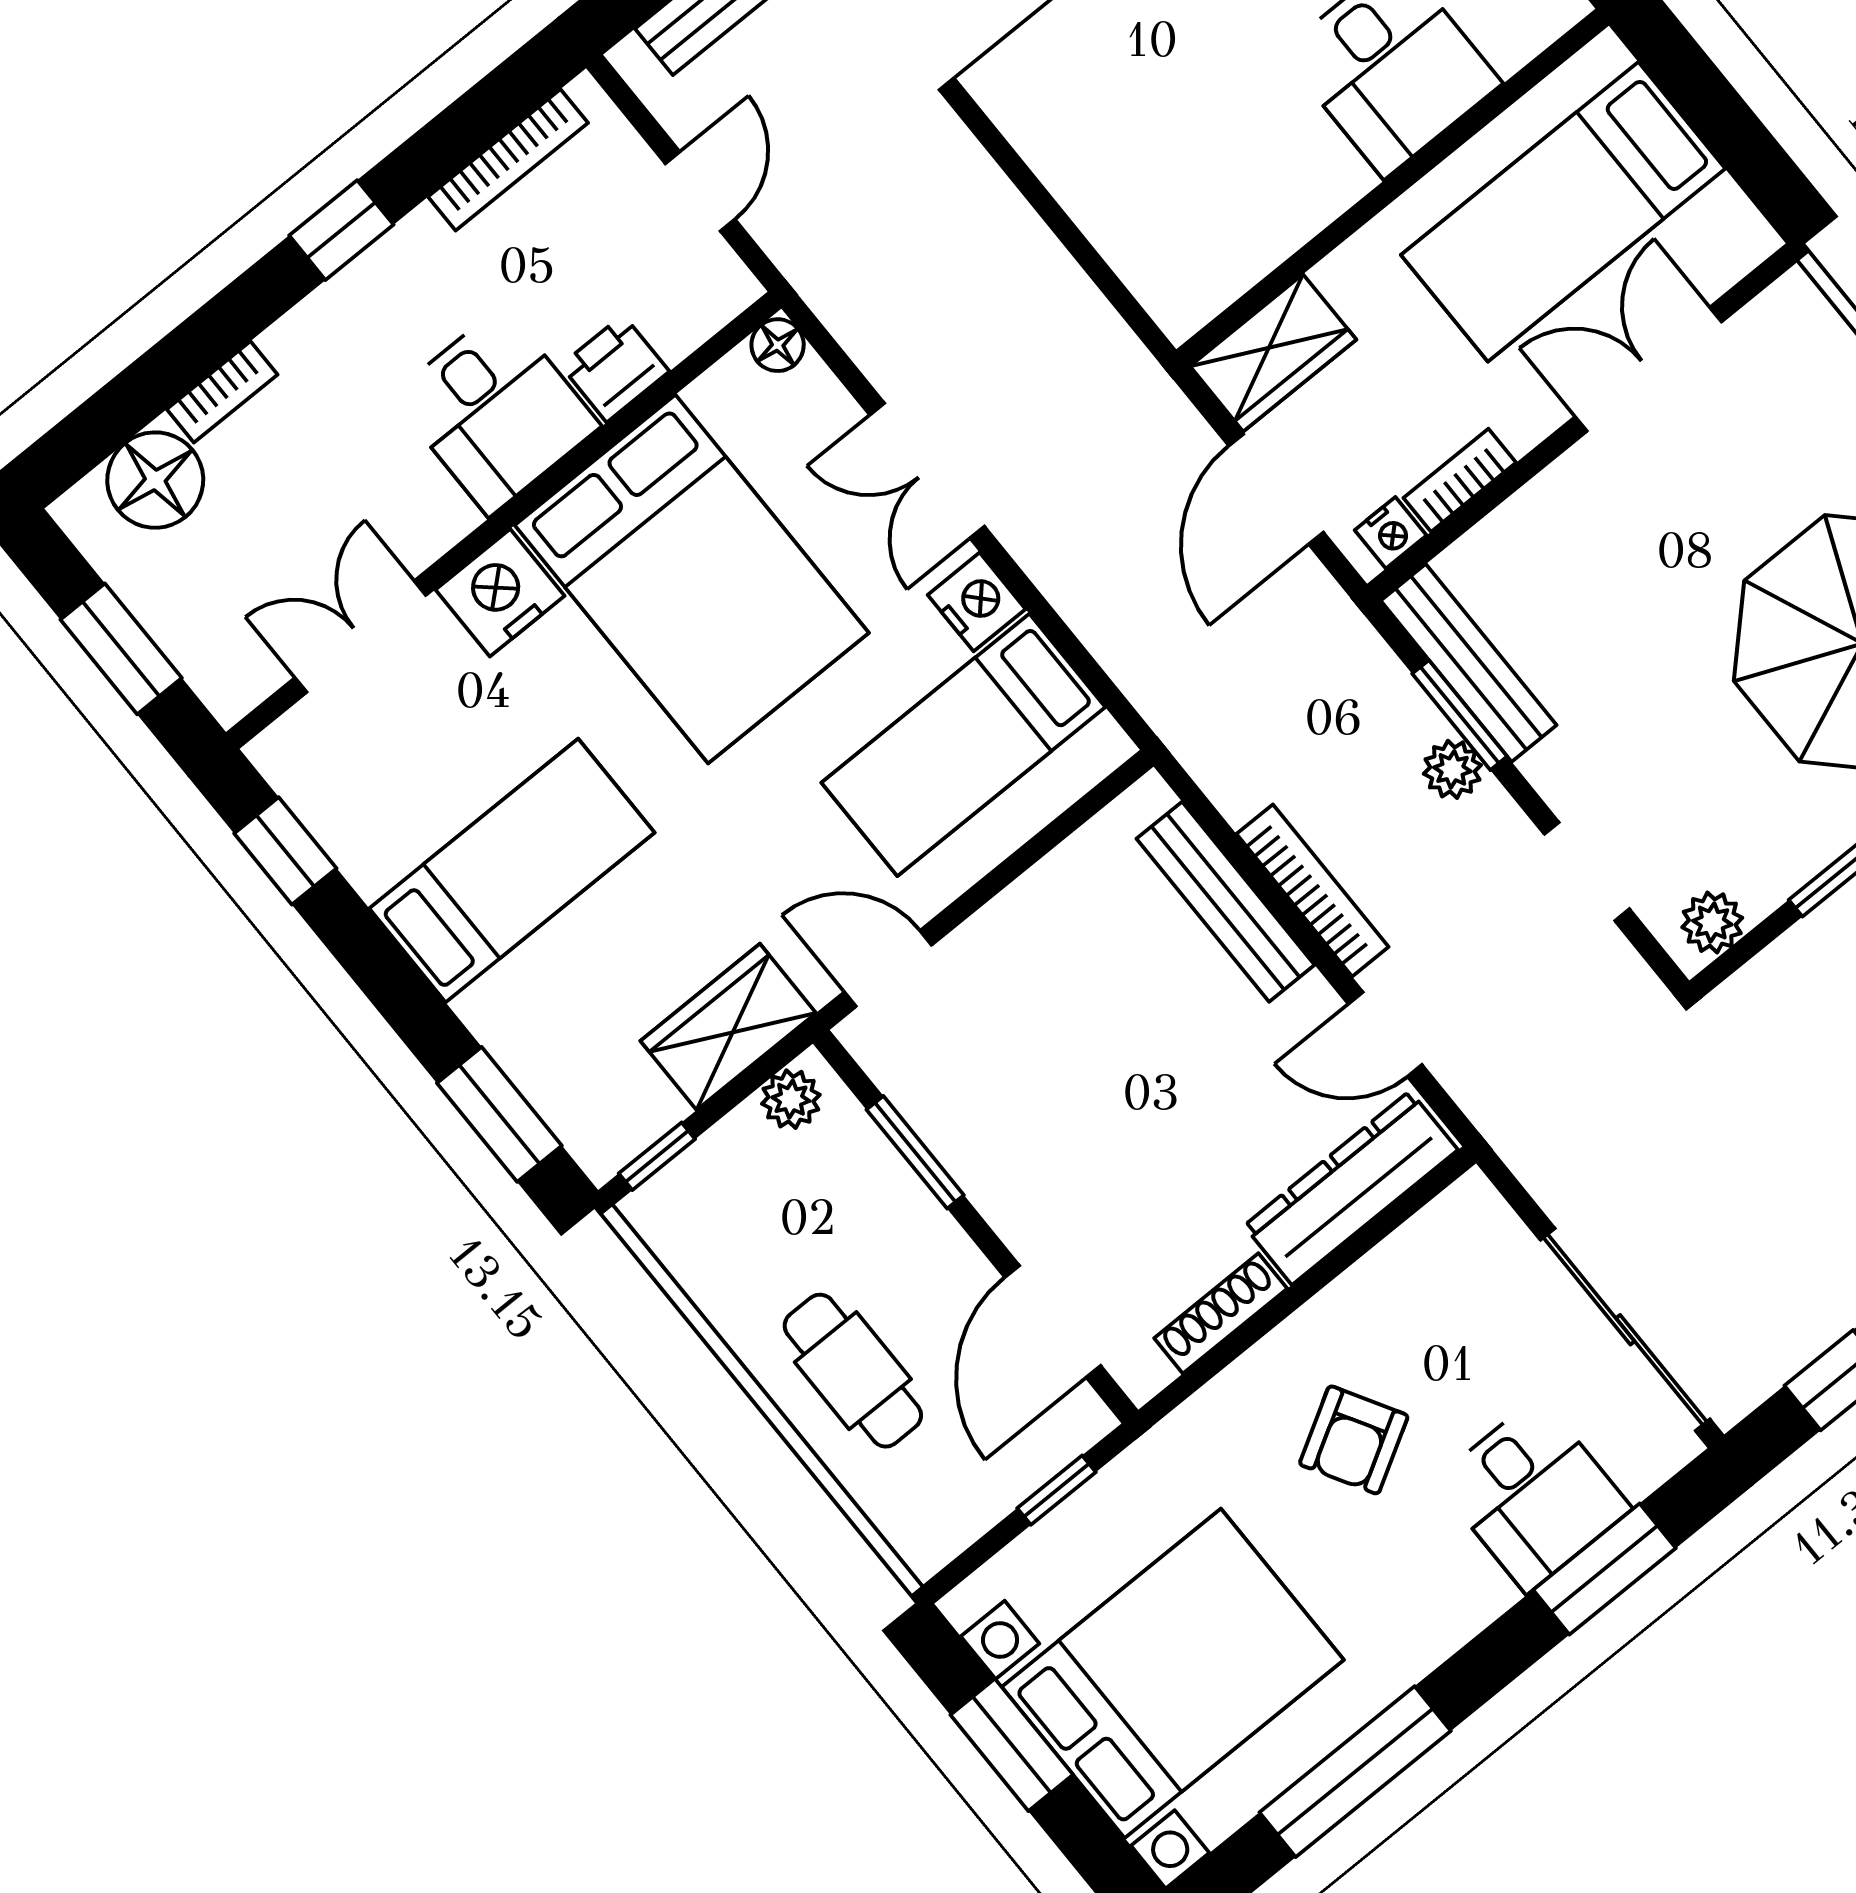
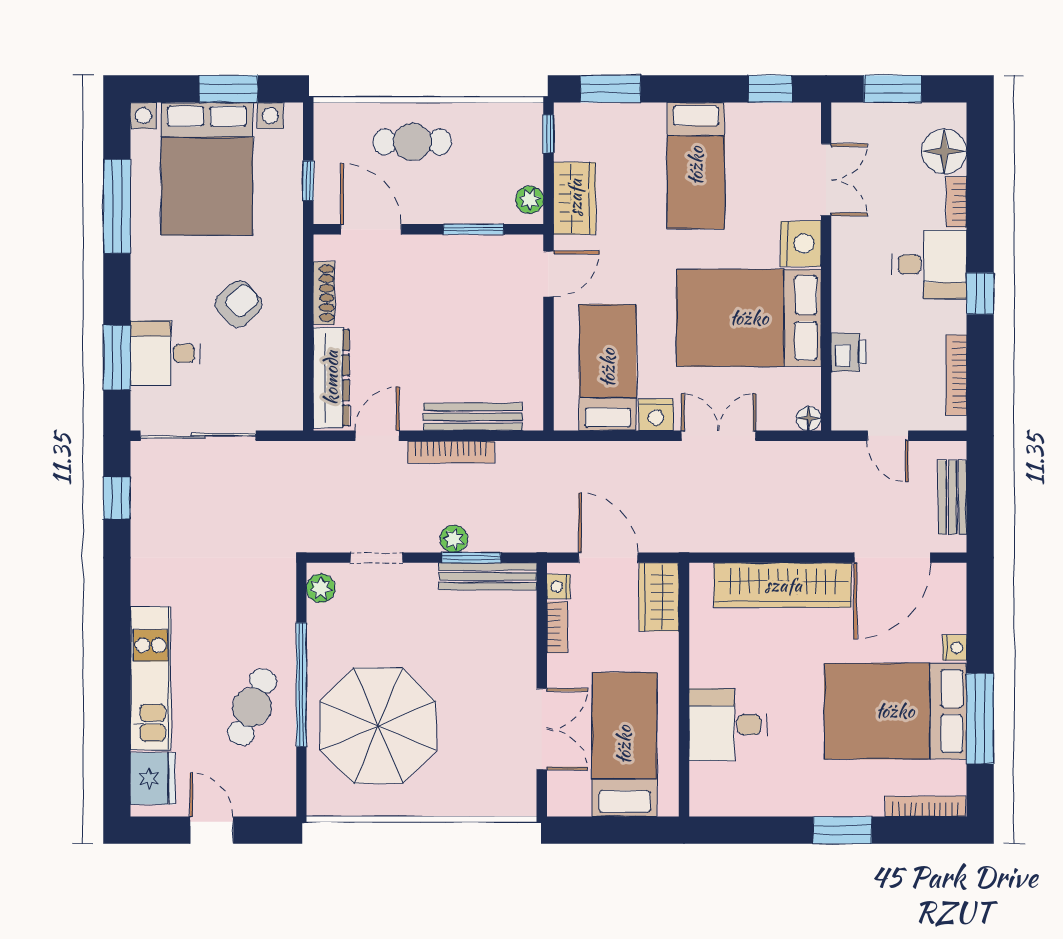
wardrobe: (1088, 165) -> (783, 585), added
desk: (496, 411) -> (930, 264), moved, turned 180
armchair: (1354, 1440) -> (238, 304), turned 77

